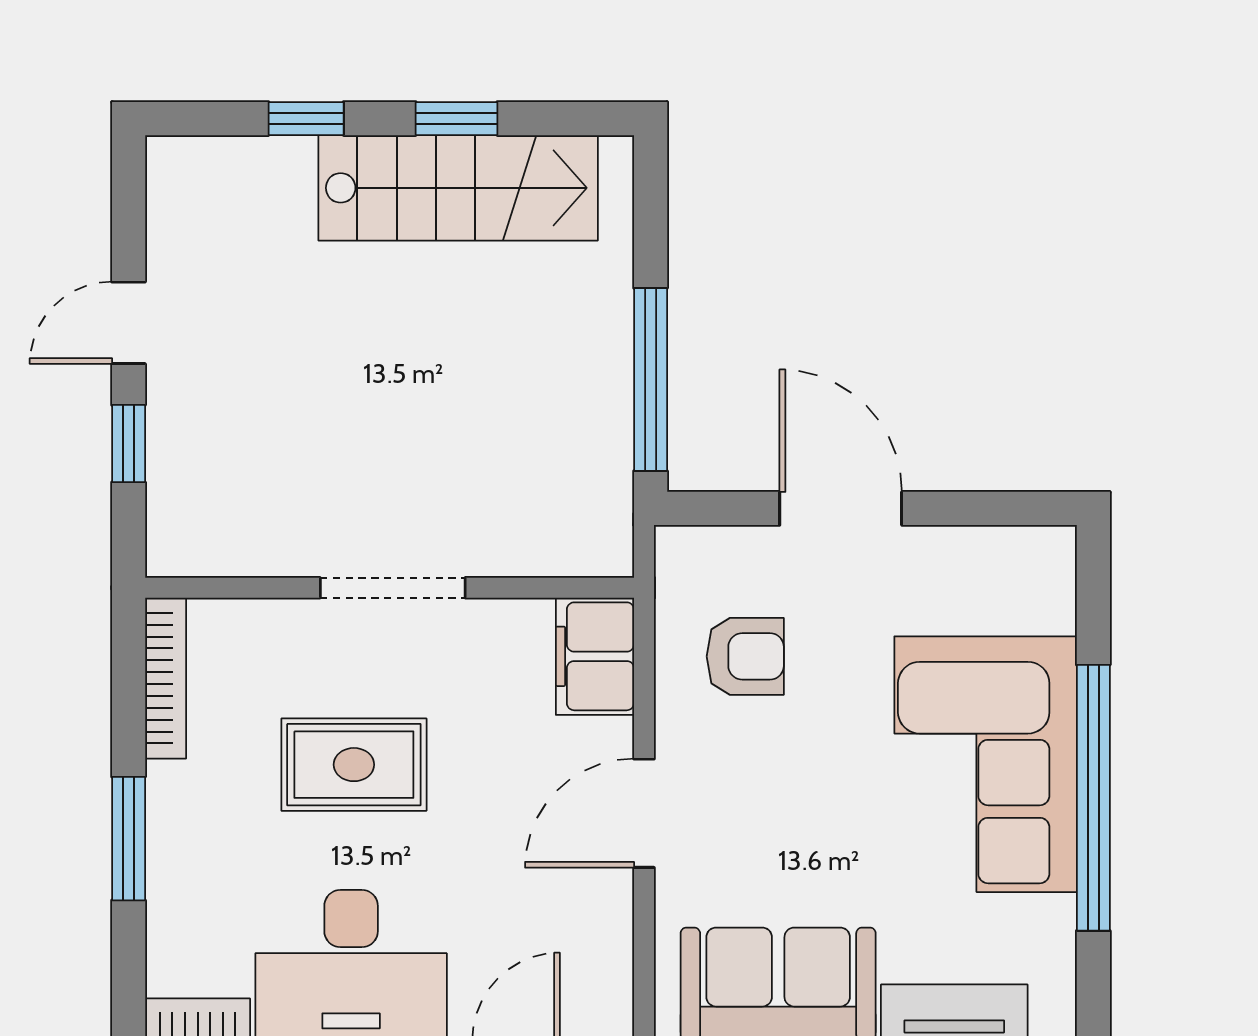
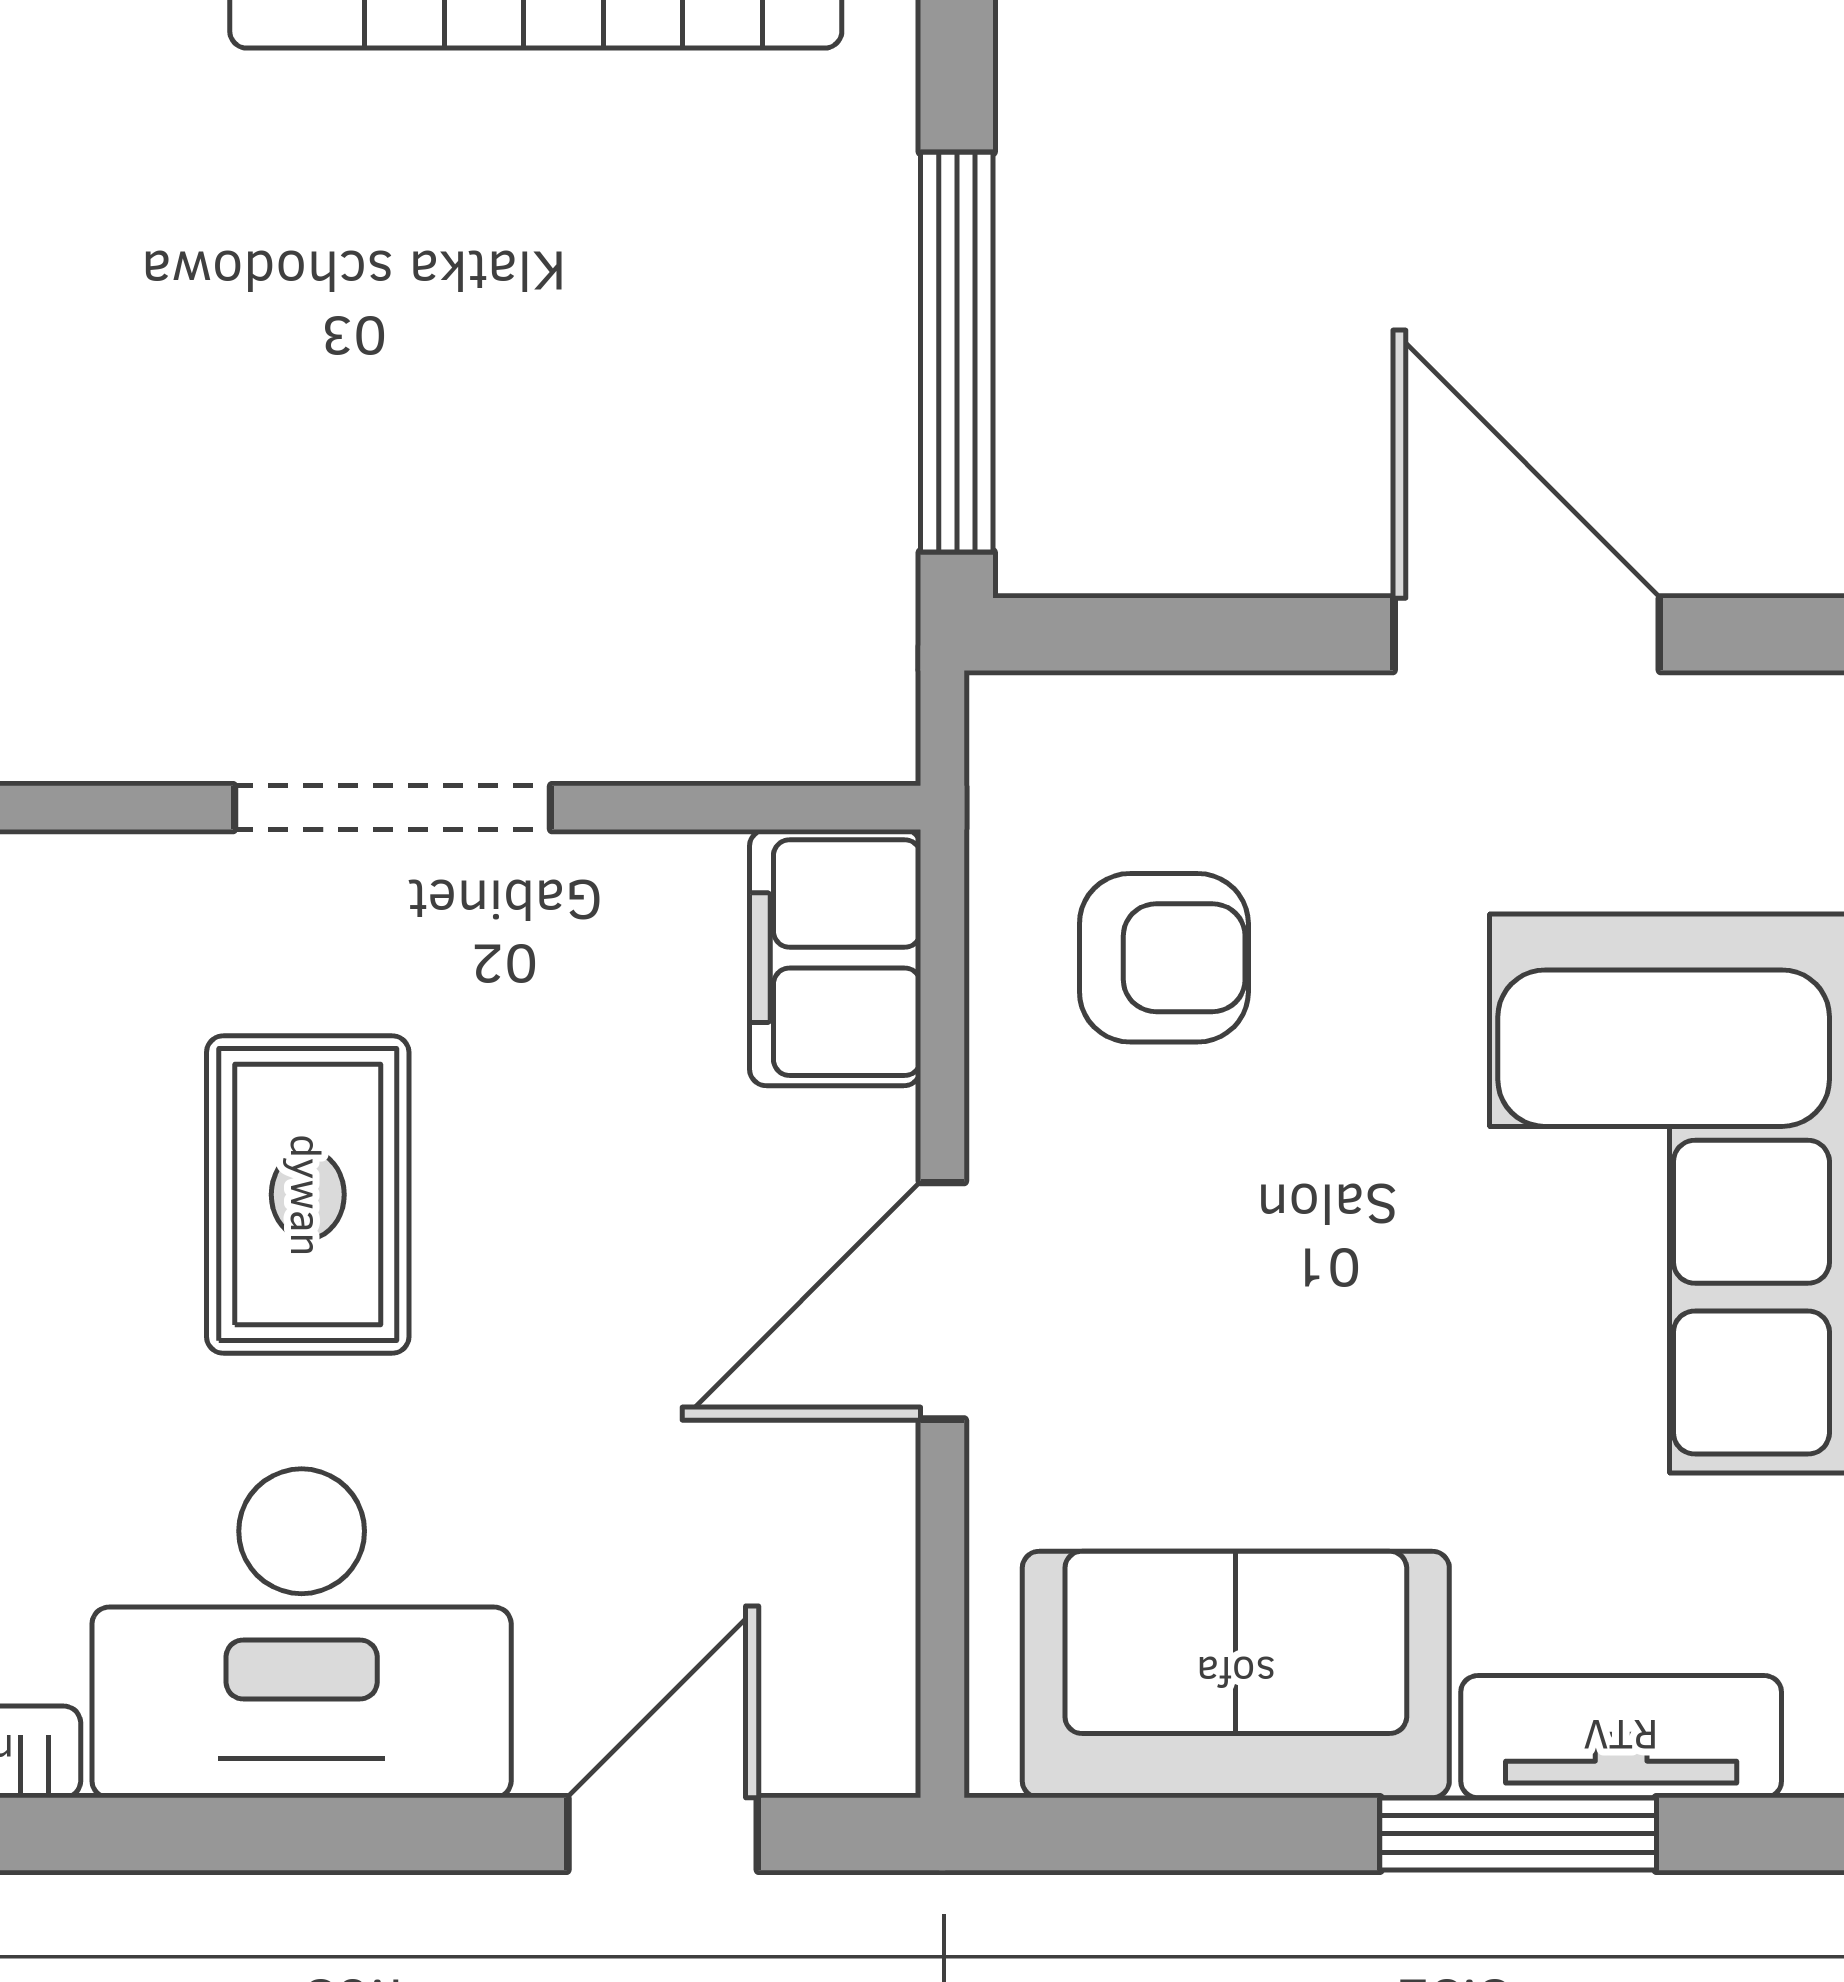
door: (841, 508) -> (1527, 634), moved
rug: (354, 765) -> (308, 1195), turned 90

